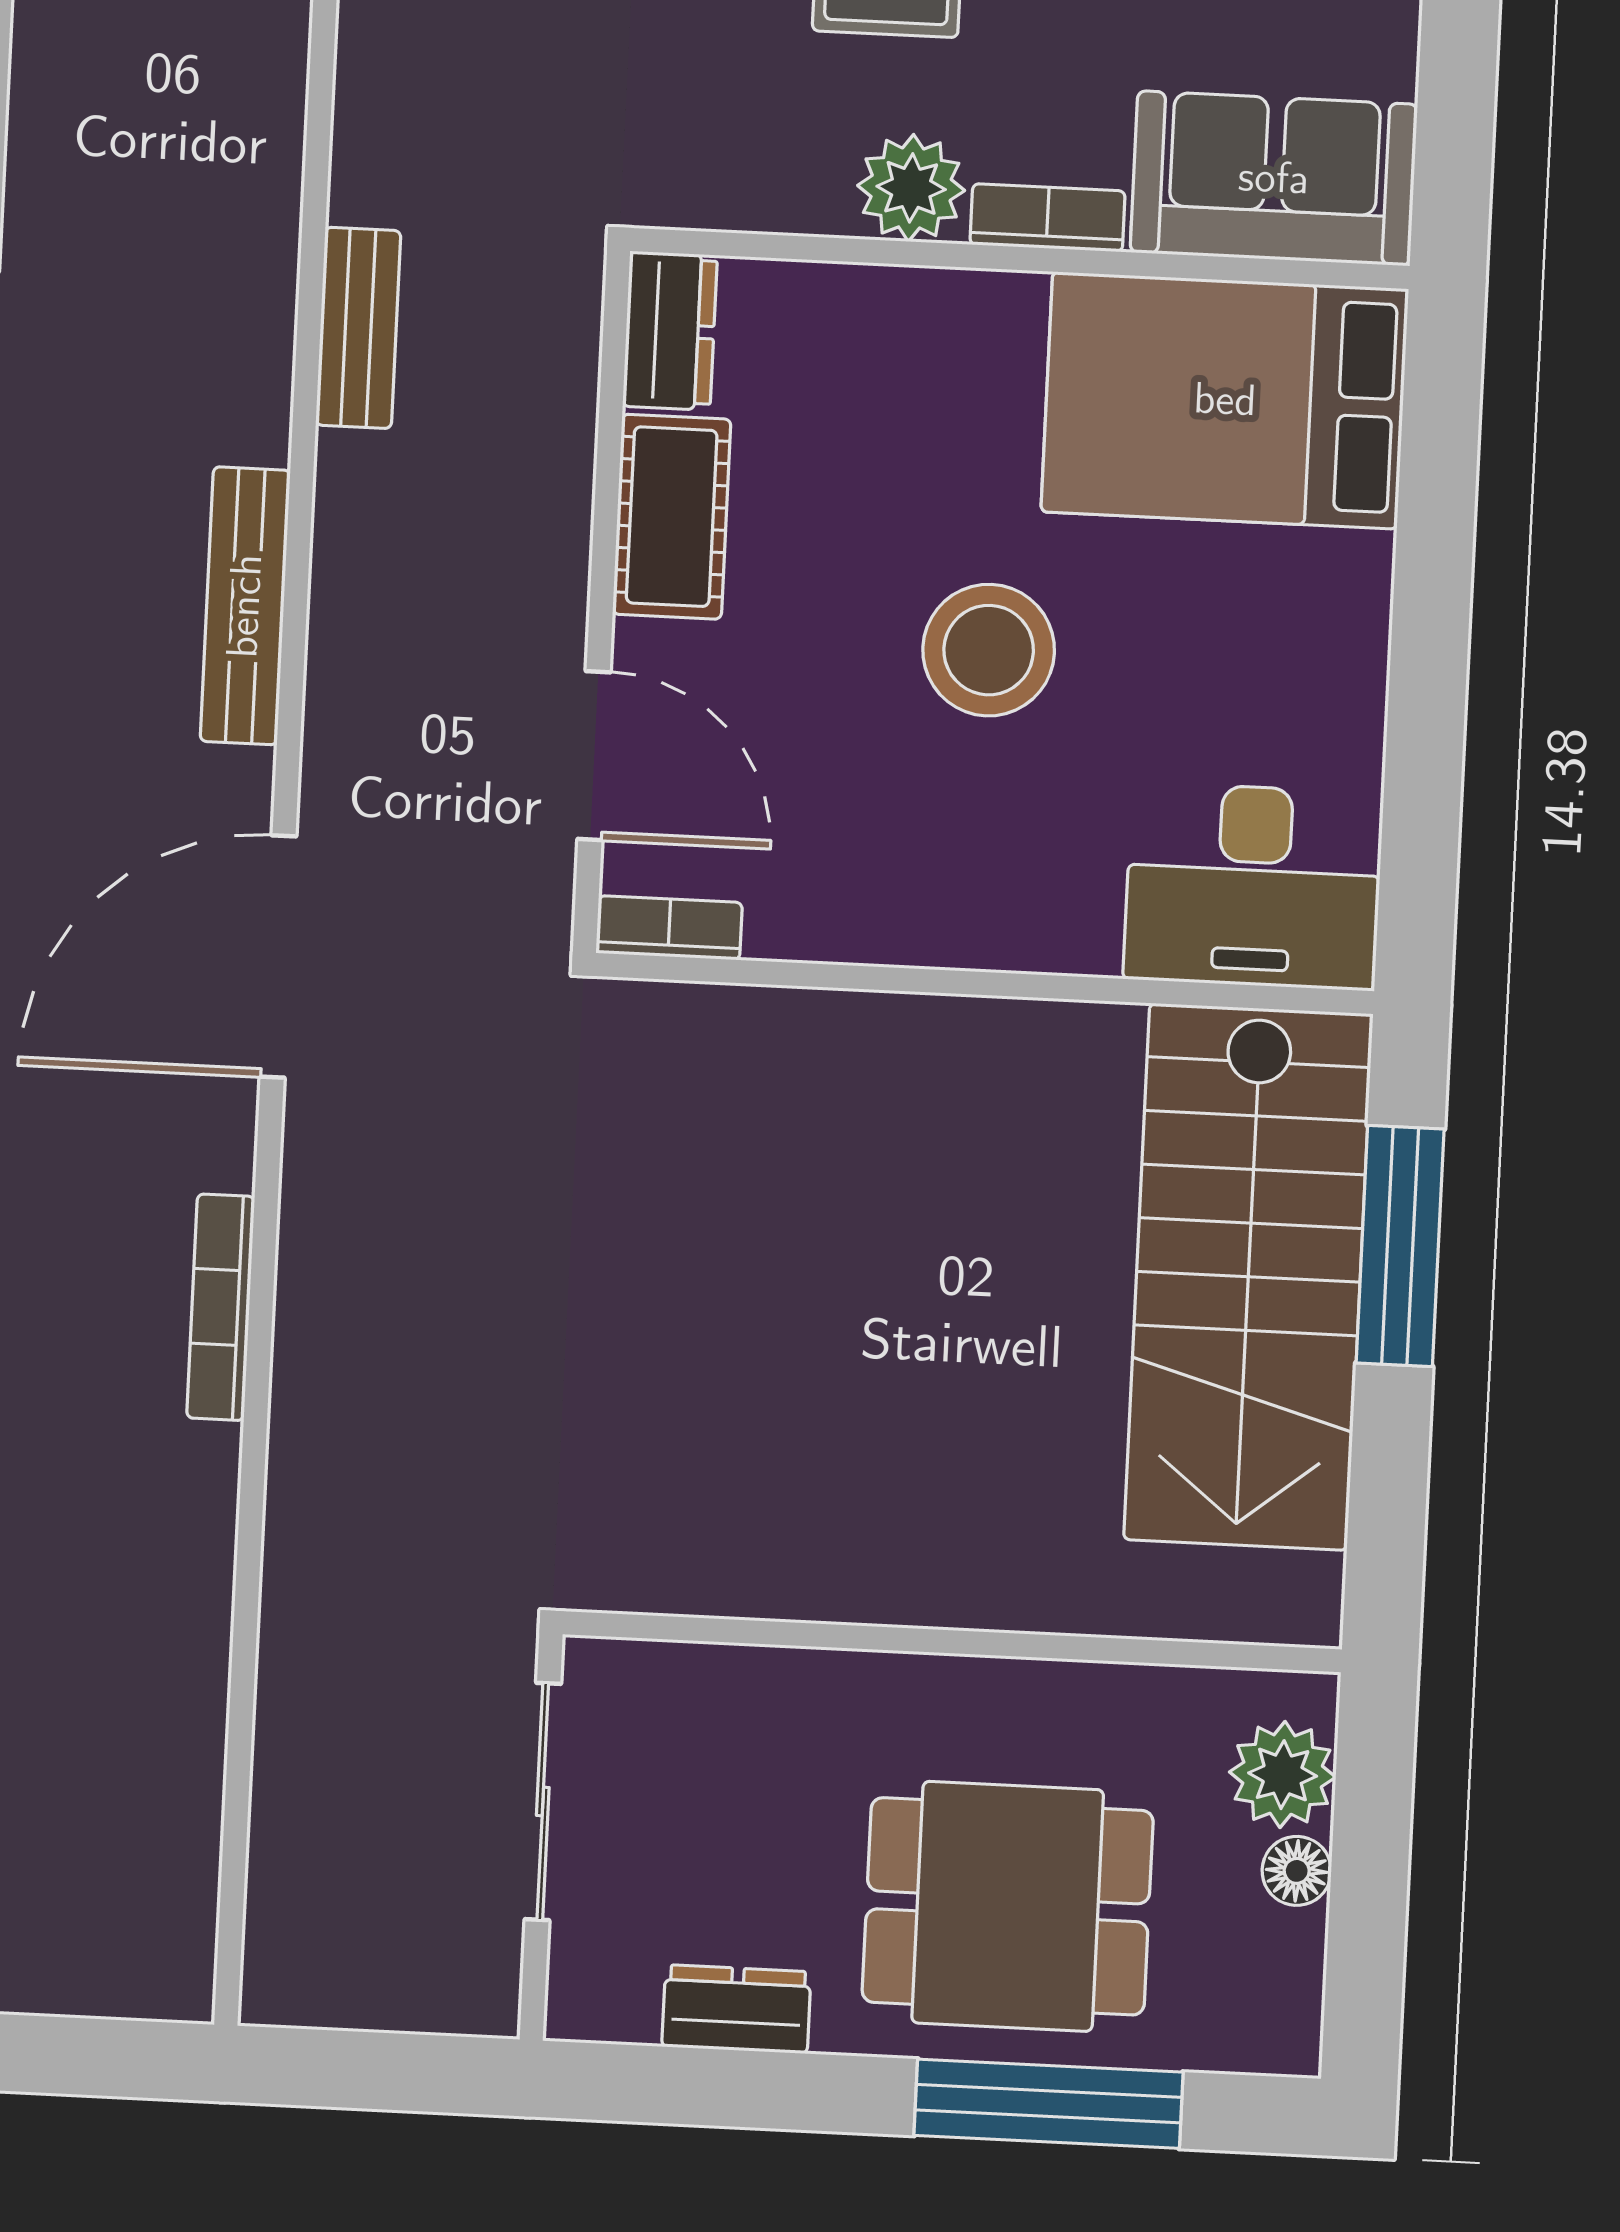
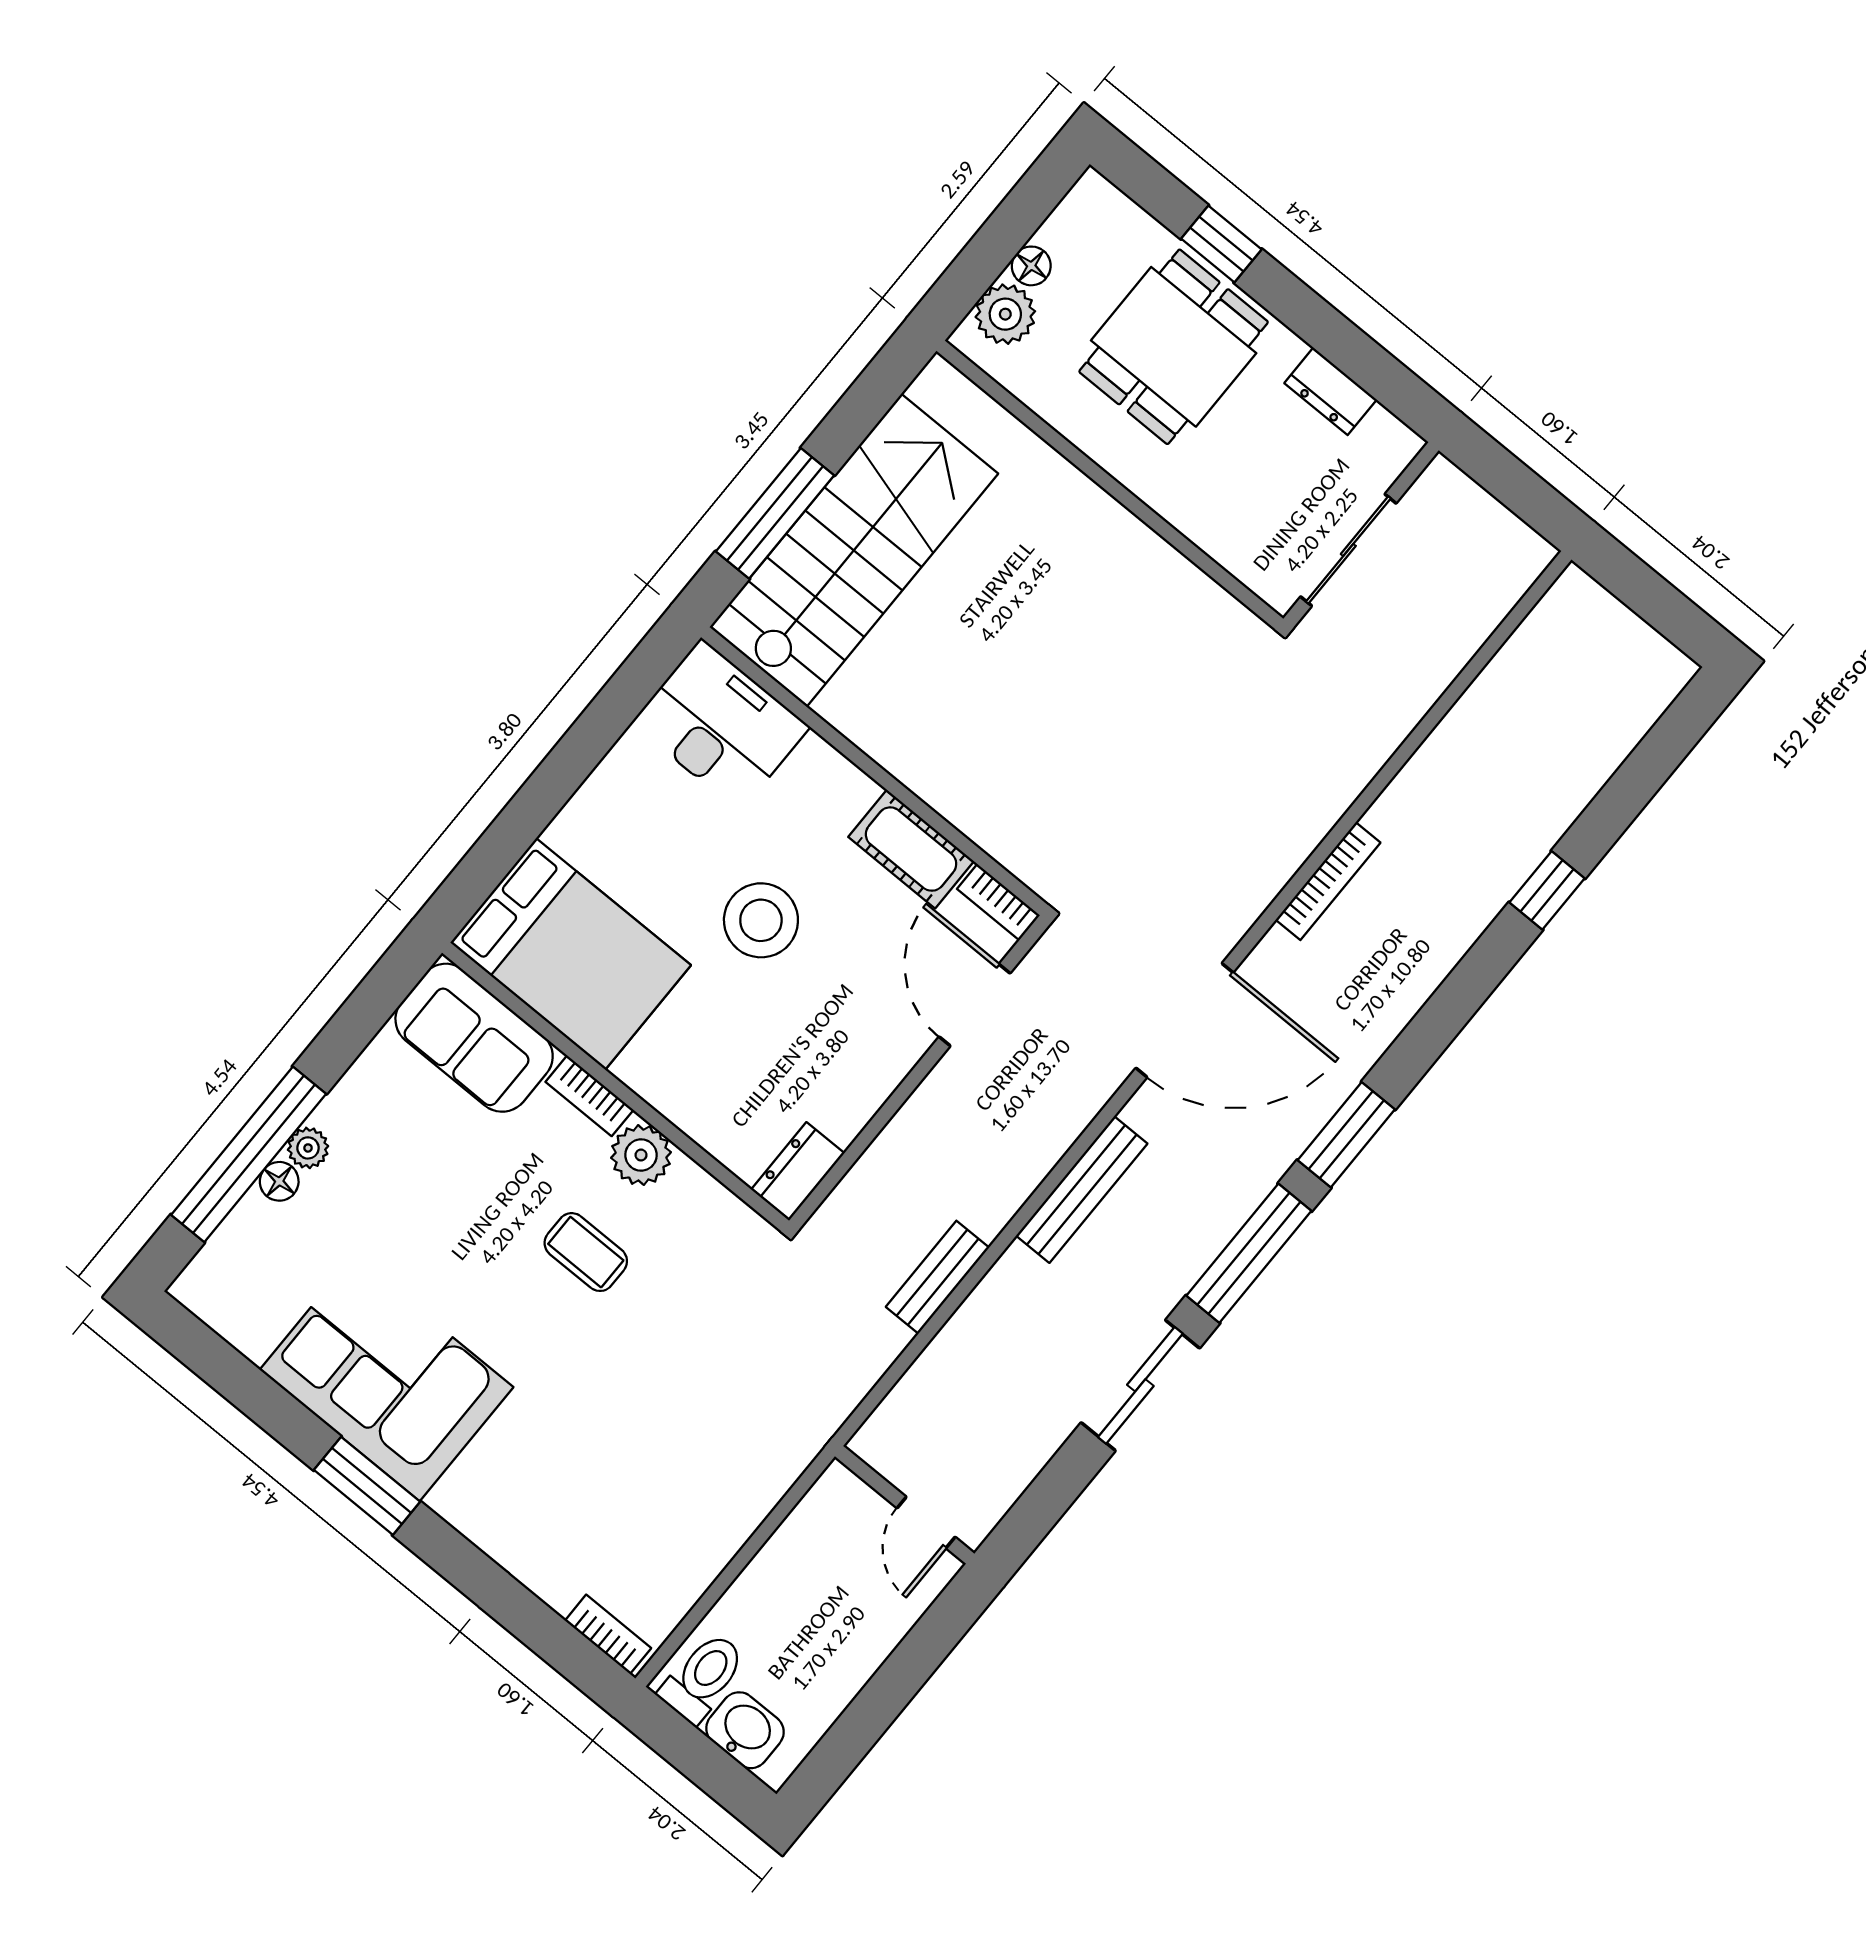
cot: (672, 517) -> (911, 849), moved, turned 90
dining table: (1008, 1906) -> (1174, 347), turned 90
window: (1049, 2104) -> (1221, 244), width x0.46

